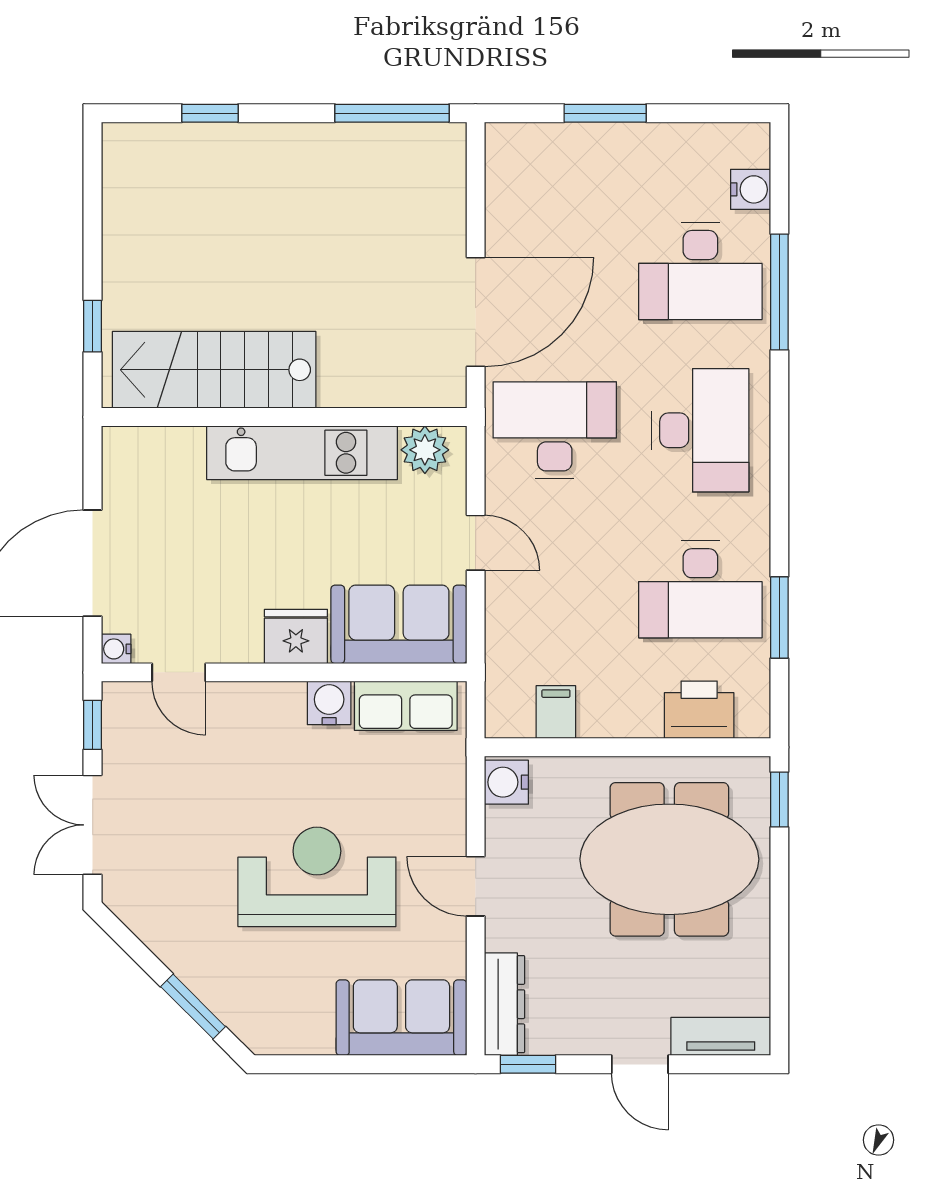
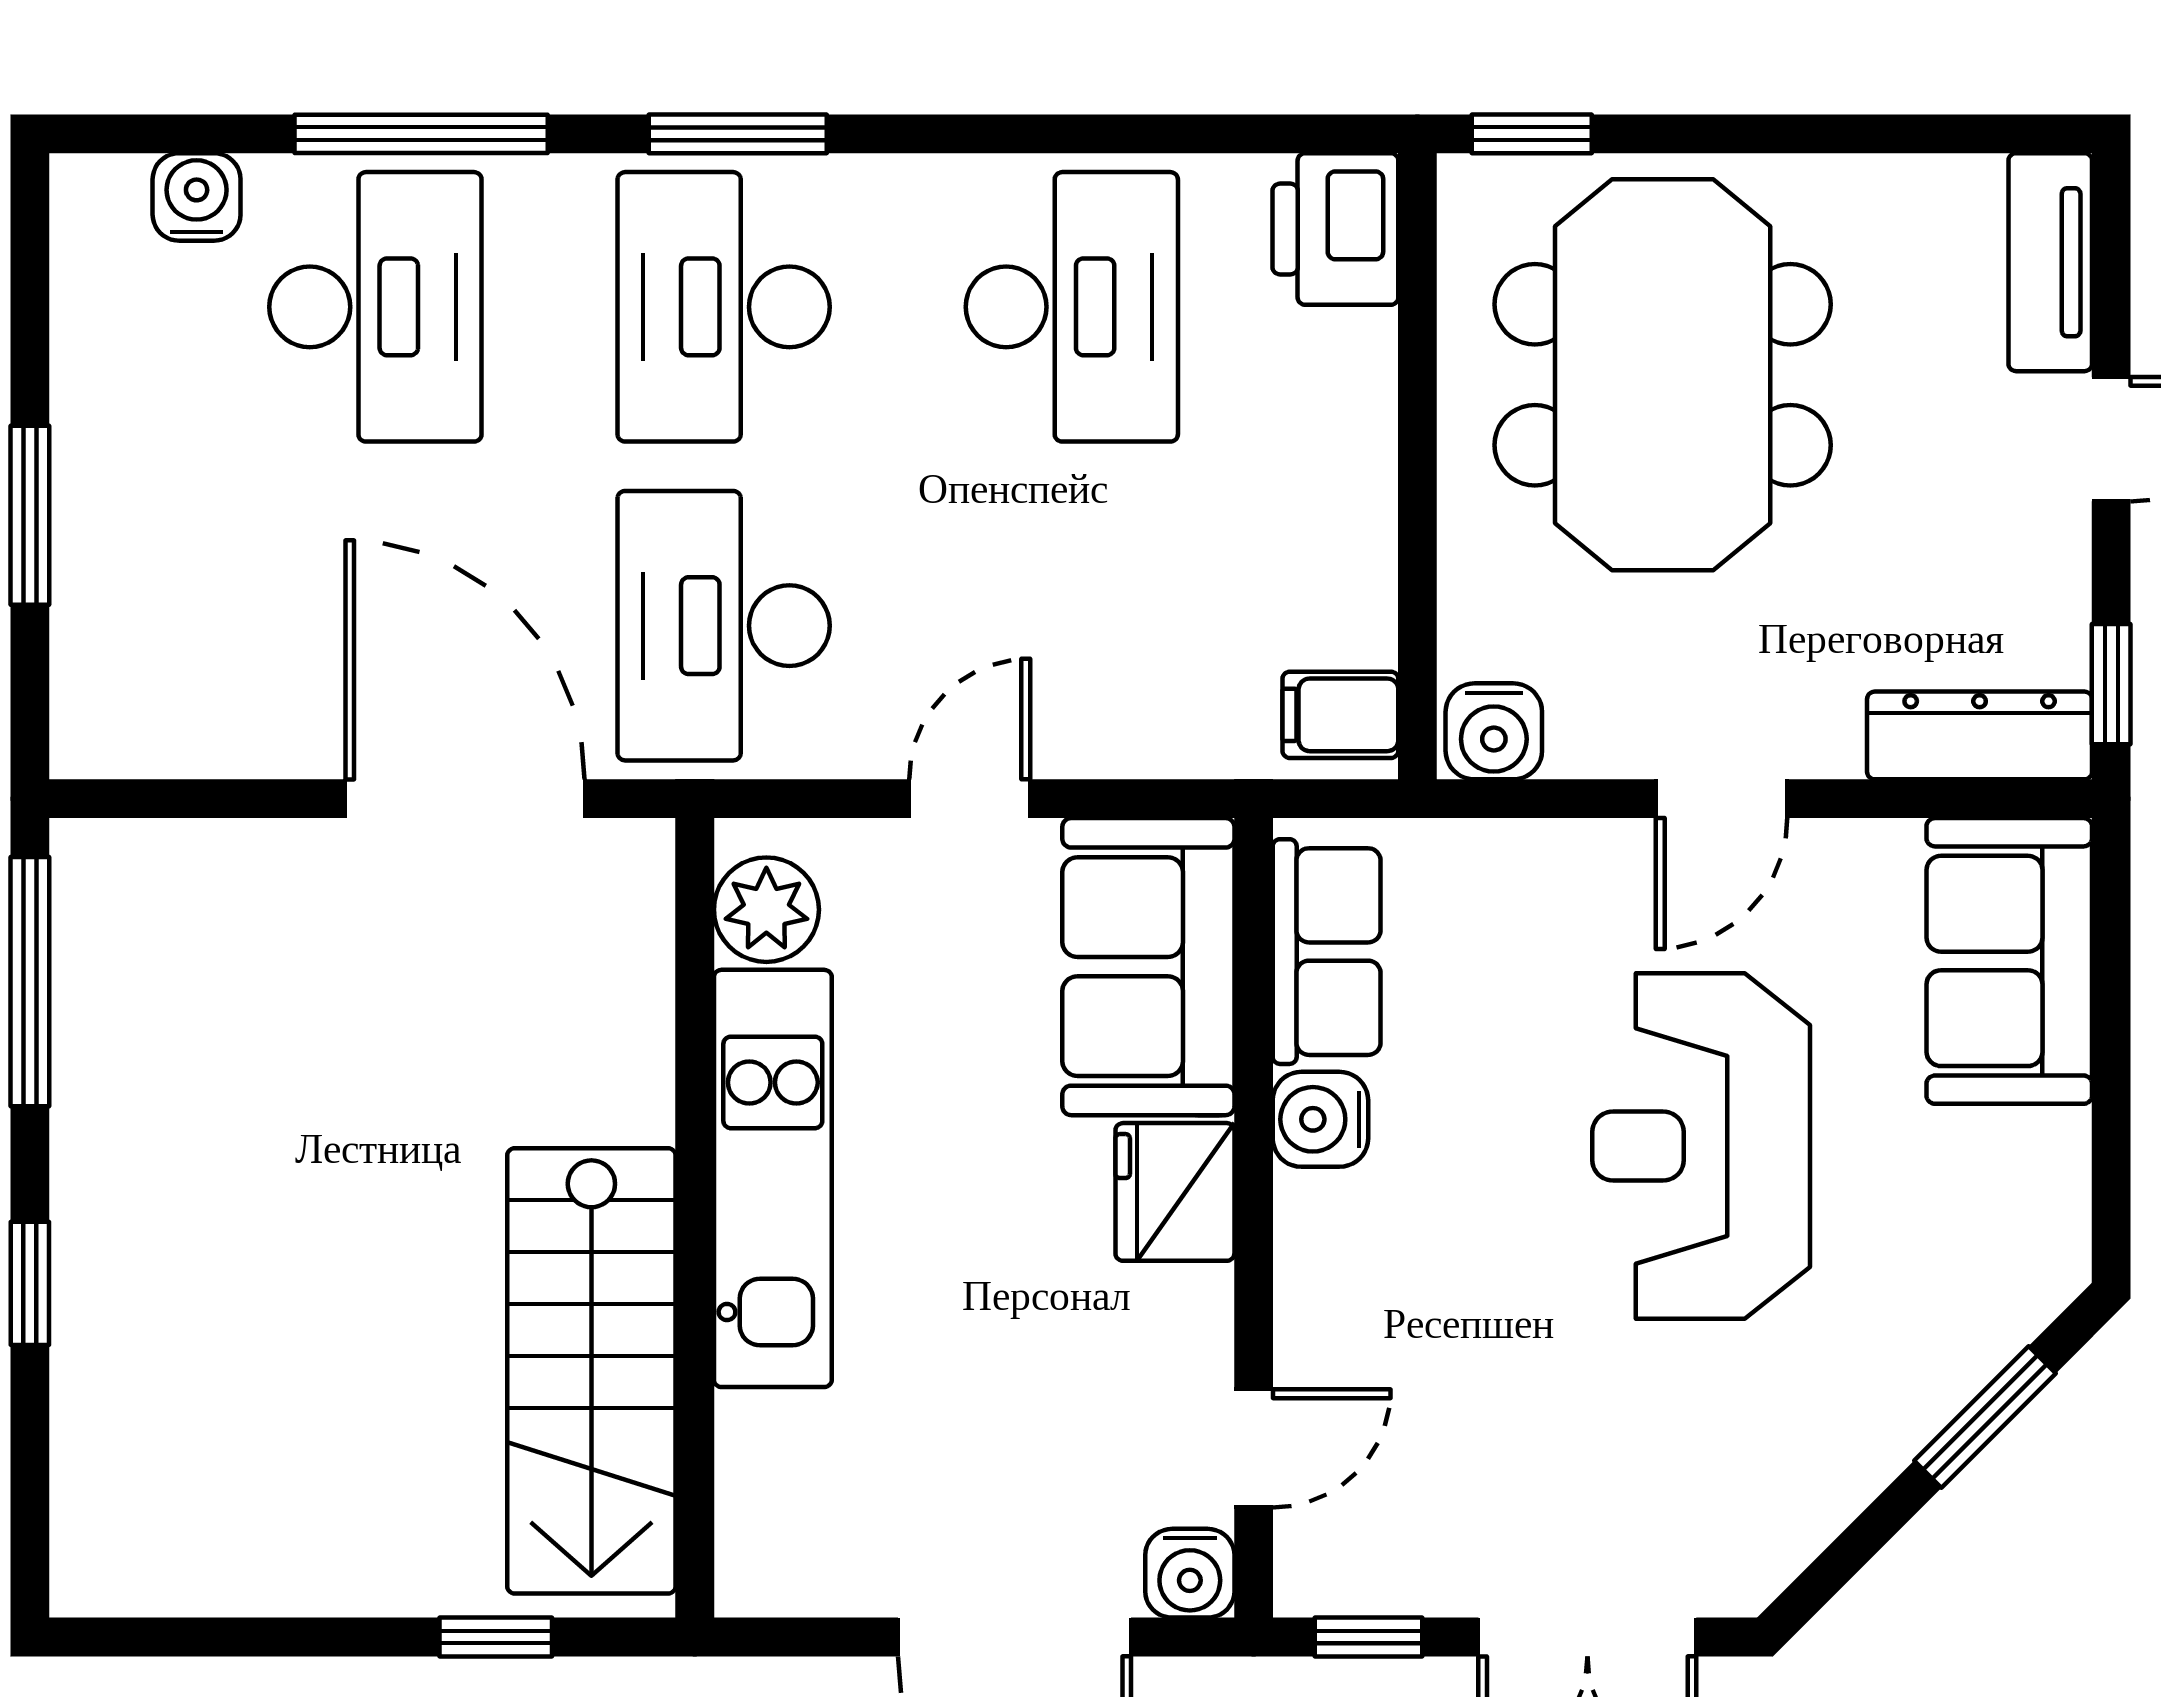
window: (210, 113) -> (30, 1283), moved
desk: (700, 430) -> (724, 307), turned -90
window: (779, 618) -> (738, 134), moved
water cooler: (116, 649) -> (1190, 1573), width x1.38, depth x1.38
printer: (699, 710) -> (1335, 229), moved
filing cabinet: (556, 712) -> (1340, 715), moved

